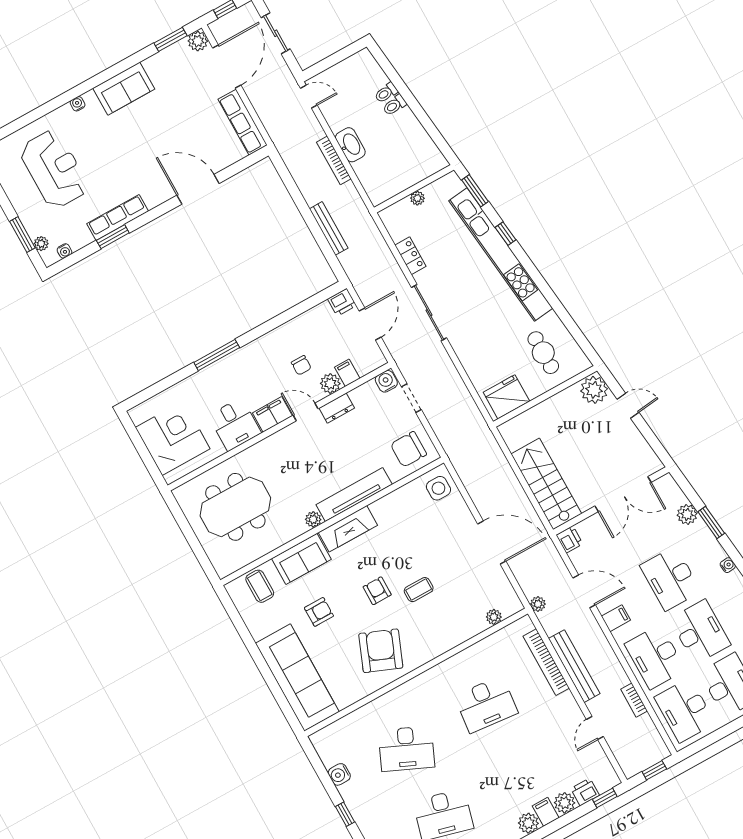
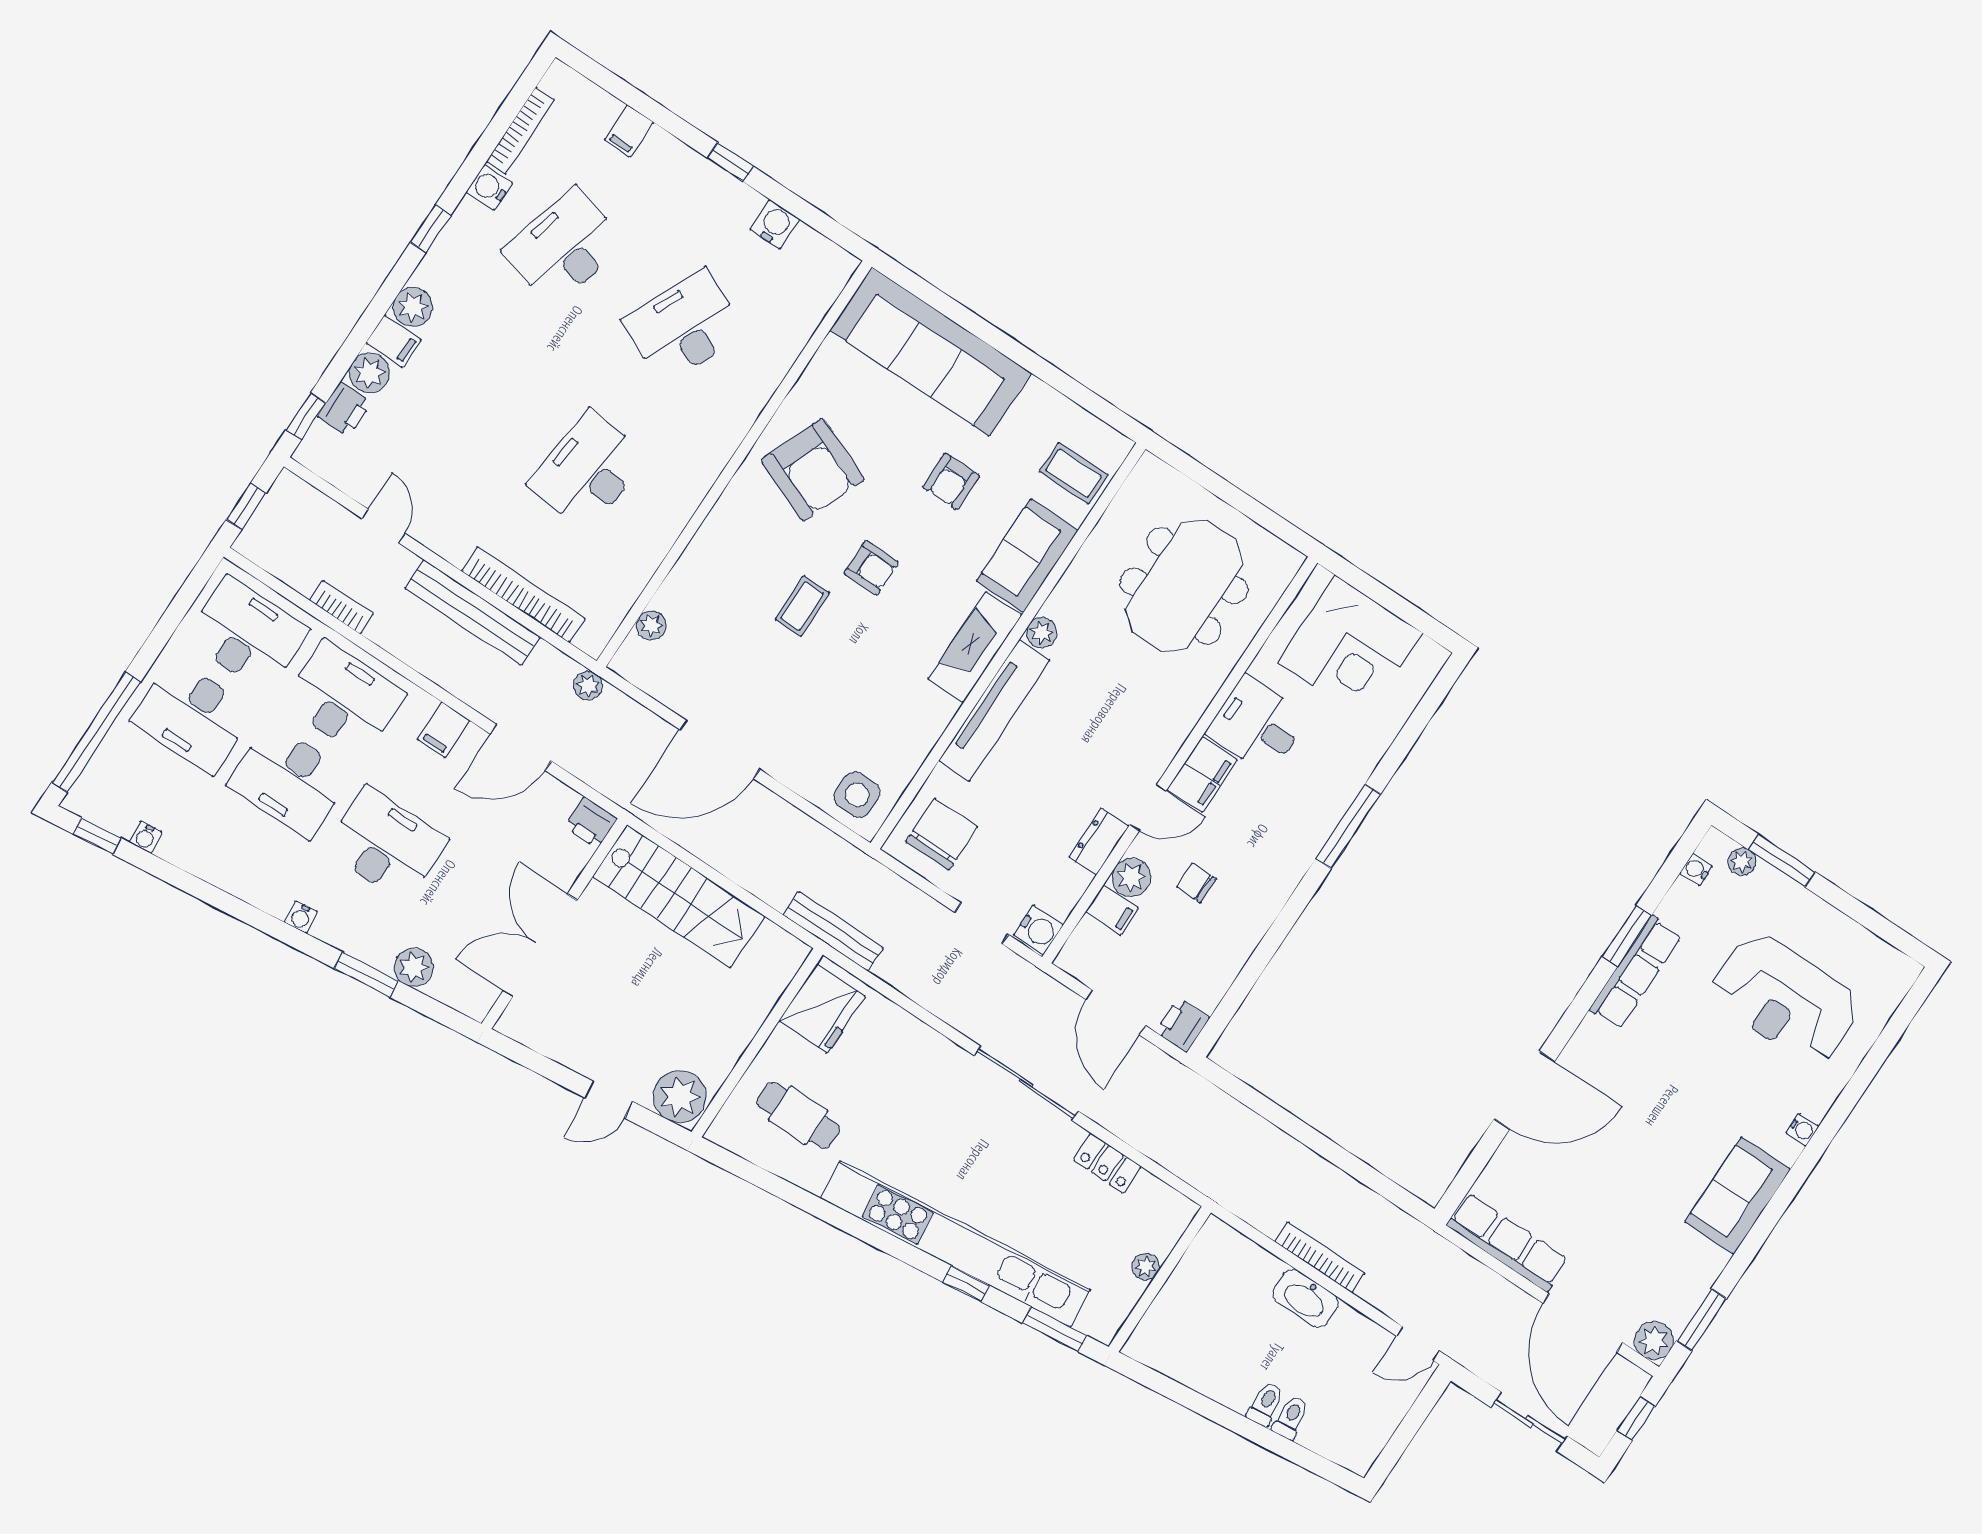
bench: (329, 228) -> (833, 931), moved

